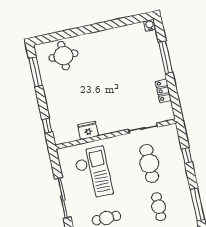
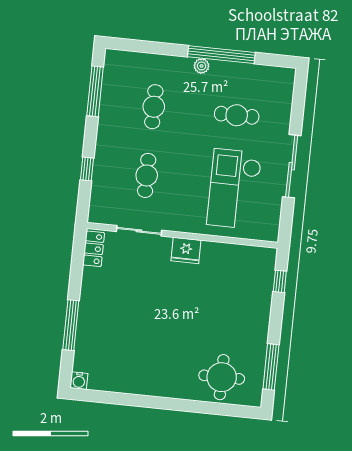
locker: (163, 91) -> (94, 249), moved
fridge: (88, 130) -> (186, 251), moved
cafe table: (149, 163) -> (147, 175), width x0.73, depth x0.74

